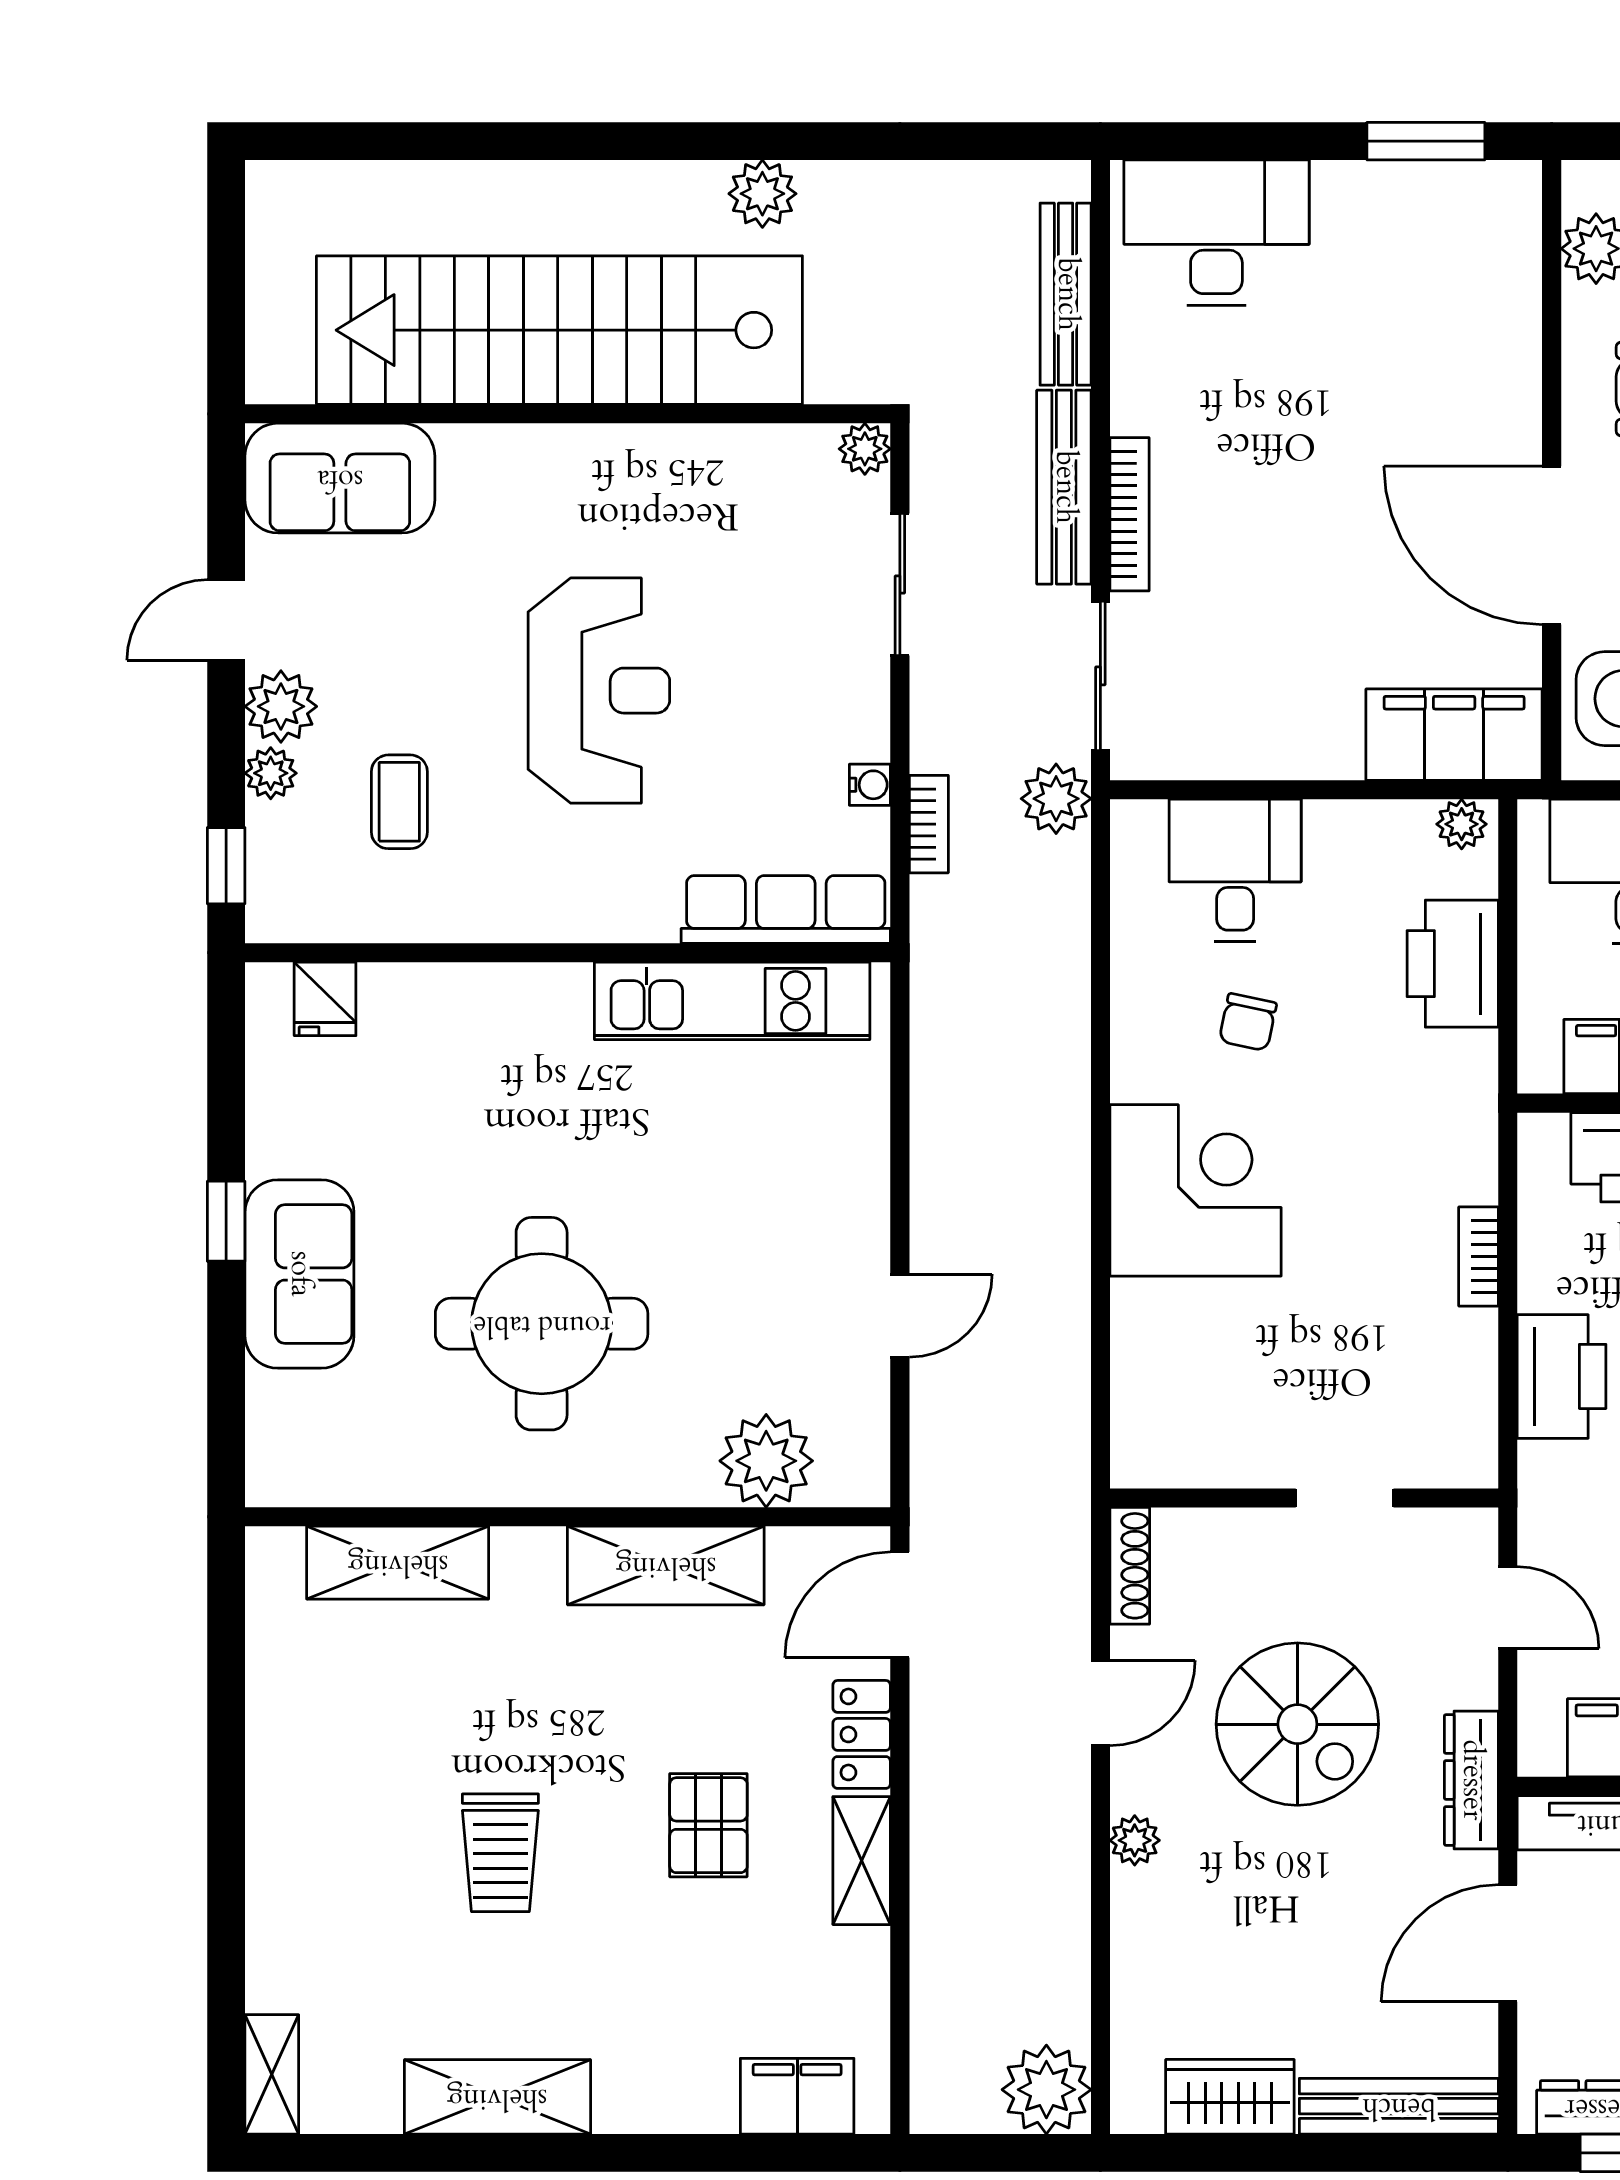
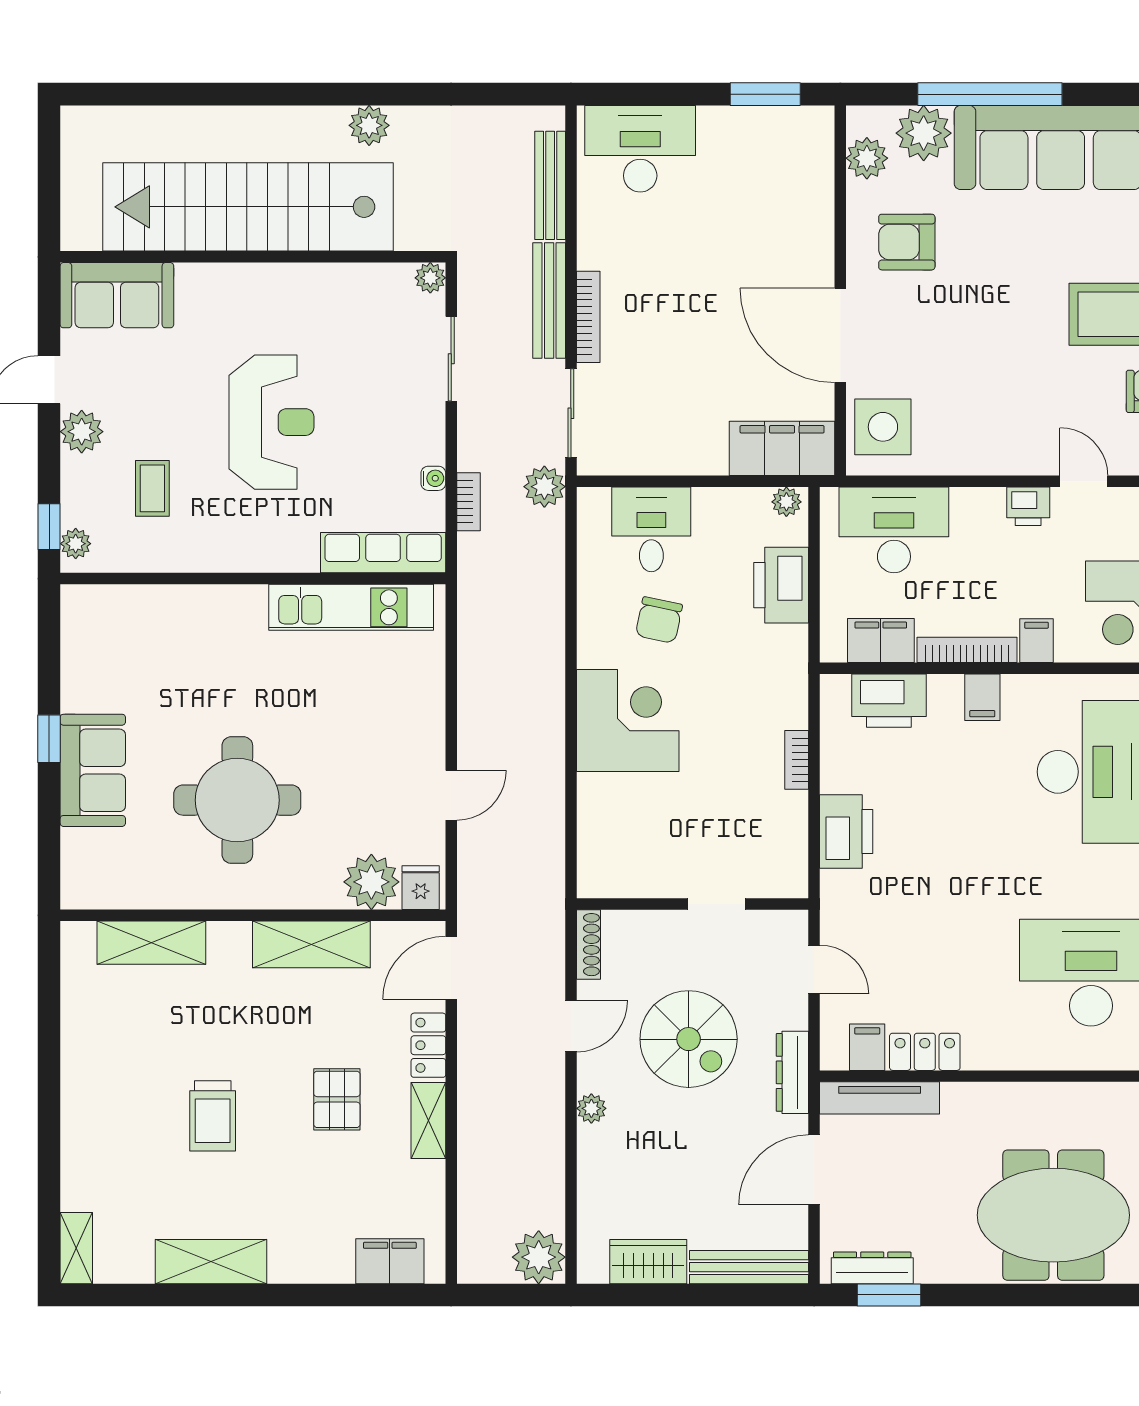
plant: (271, 773) -> (76, 544), moved
fridge: (325, 999) -> (421, 888), moved, turned 180
chair: (1248, 1022) -> (659, 620), width x1.37, depth x1.37

